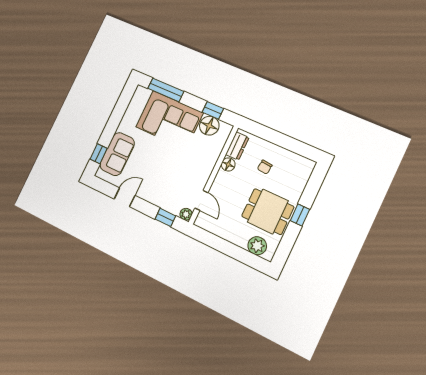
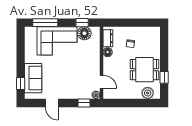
door: (124, 197) -> (52, 103), swing flipped
window: (300, 215) -> (164, 77), moved

